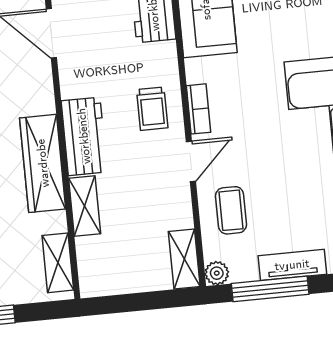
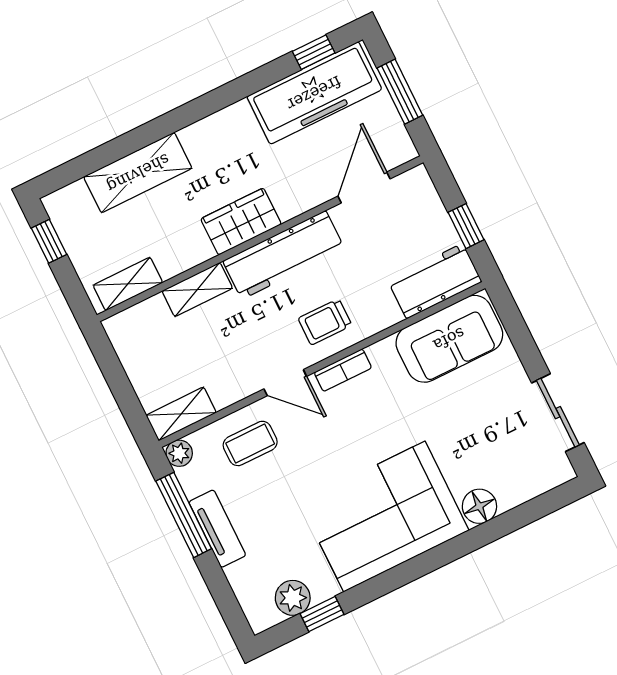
workbench: (84, 136) -> (284, 255), width x1.37
wardrobe: (43, 163) -> (241, 222), width x0.67

